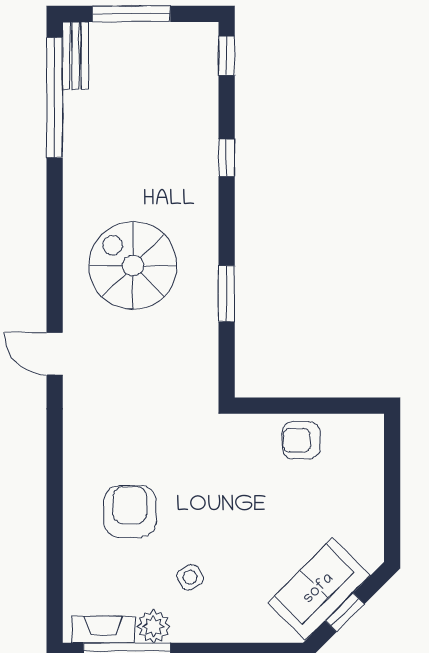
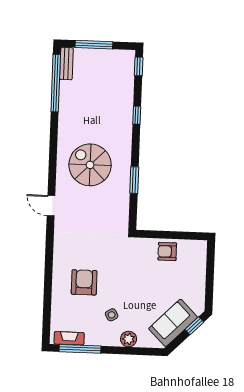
window: (345, 612) -> (194, 326), moved
plant: (153, 626) -> (129, 339), moved

